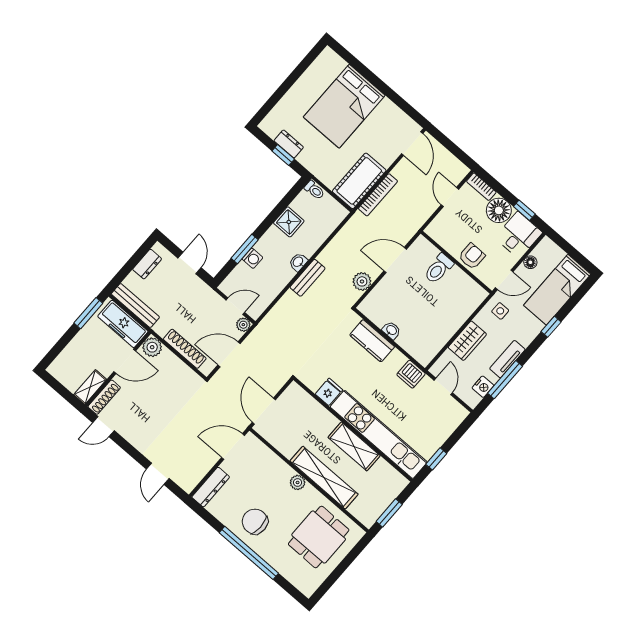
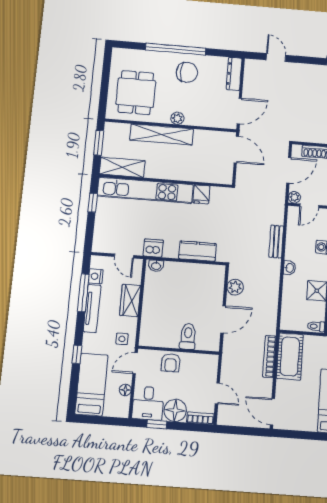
bench: (308, 278) -> (276, 242), moved
washbasin: (391, 330) -> (156, 266), moved
tv unit: (507, 359) -> (92, 308), width x1.41
shelving: (354, 446) -> (122, 167), moved

